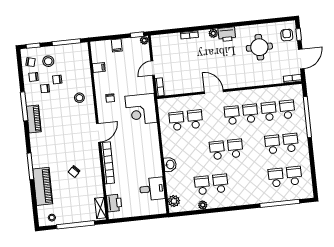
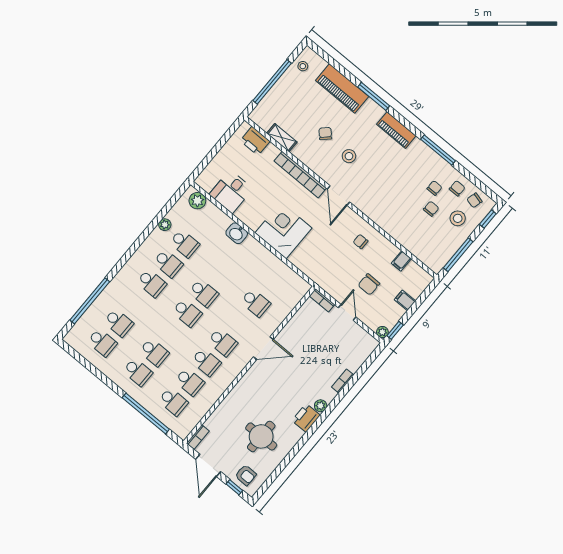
chair: (127, 72) -> (369, 284), added
stool: (79, 98) -> (349, 156), moved
corner desk: (141, 109) -> (283, 230), moved
piano: (34, 119) -> (396, 130), moved
school desk: (177, 121) -> (152, 283), moved
shelving: (100, 208) -> (282, 138), moved

